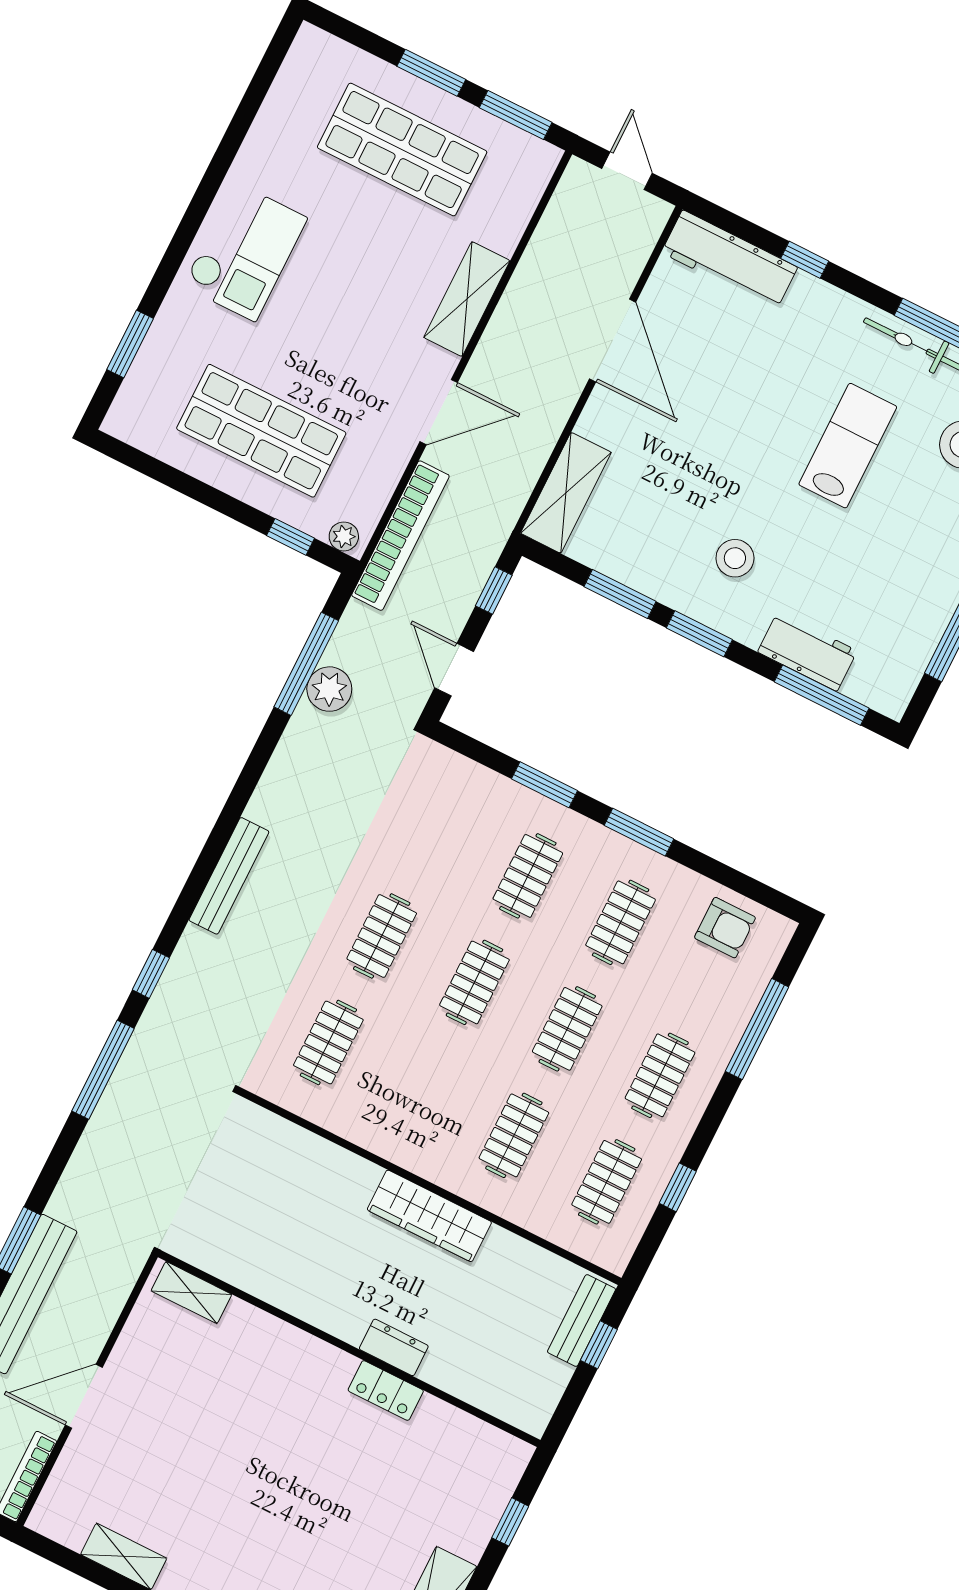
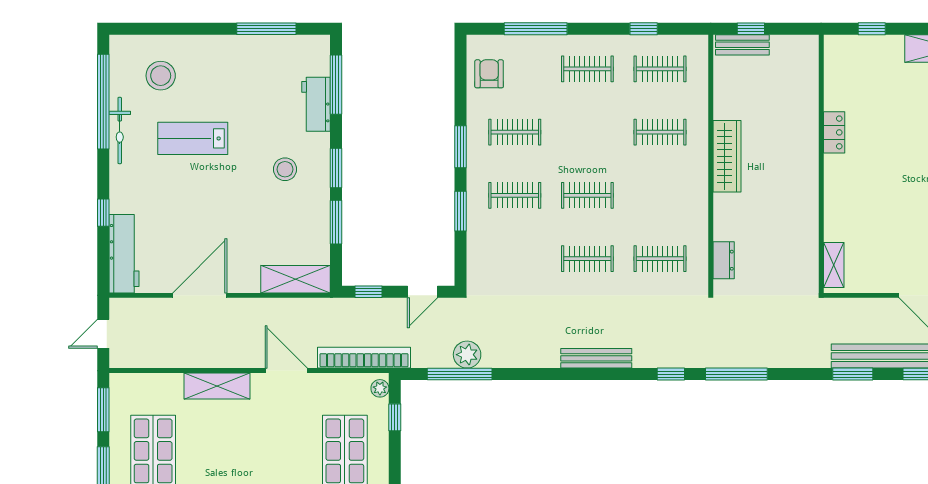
clothes rail: (567, 1029) -> (587, 132), removed
dresser: (394, 1347) -> (724, 260), moved, turned 180

